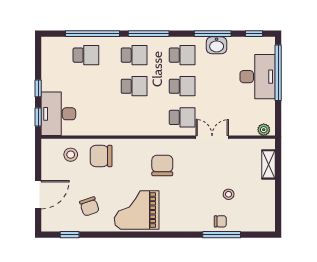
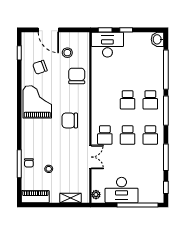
washbasin: (217, 45) -> (158, 39), moved
school desk: (86, 55) -> (150, 65), removed
desk: (258, 77) -> (122, 190), moved
stool: (71, 155) -> (67, 53), moved
chair: (162, 166) -> (70, 120), turned 180
piano: (267, 213) -> (35, 197), added

